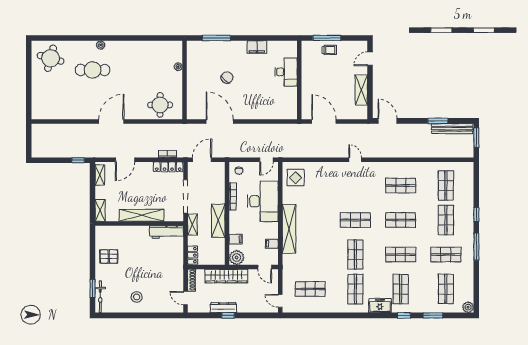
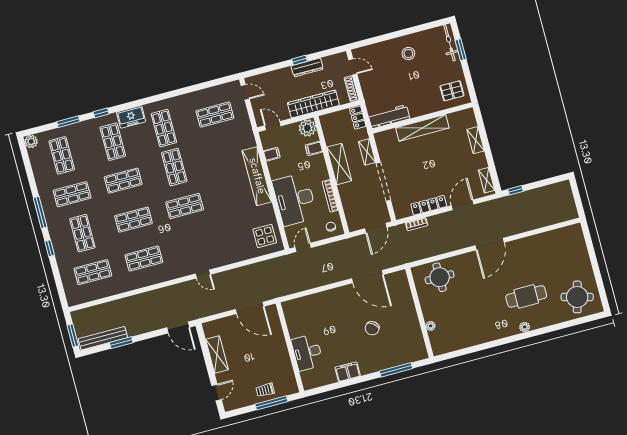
locker: (168, 167) -> (429, 205), moved
shop shelf: (446, 186) -> (93, 272), turned 90
shelving: (141, 215) -> (422, 128), moved
wall: (139, 223) -> (422, 118), moved
workbench: (167, 232) -> (389, 117), moved

